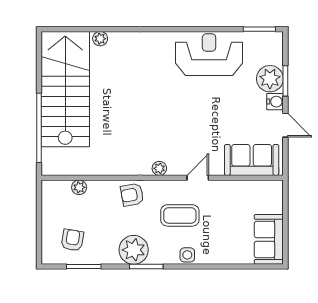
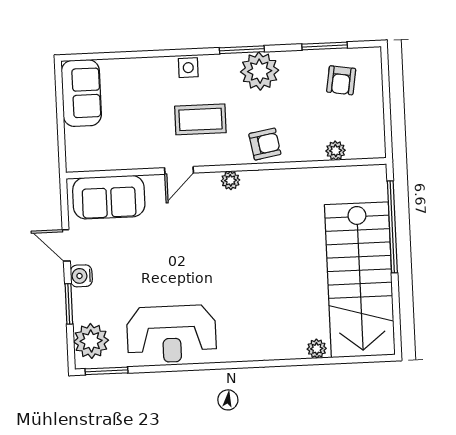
plant: (270, 79) -> (91, 341), moved

